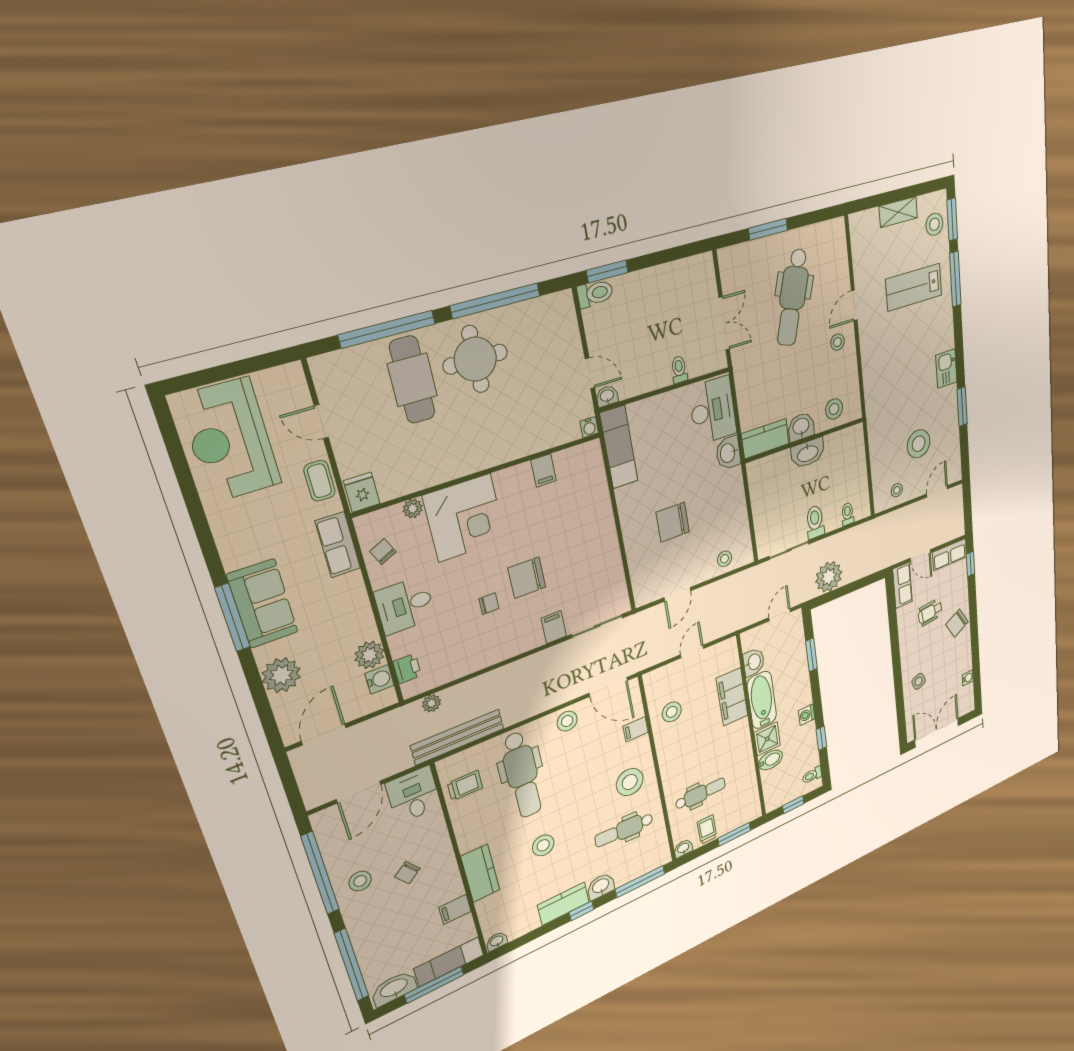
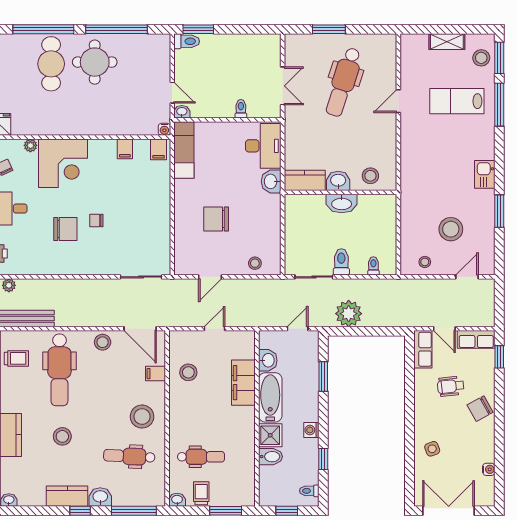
stool: (837, 342) -> (380, 125), removed
chair: (527, 578) -> (96, 220), width x0.54, depth x0.54
chair: (489, 604) -> (65, 229), width x1.87, depth x1.87
filing cabinet: (554, 627) -> (159, 149), moved, turned 180

